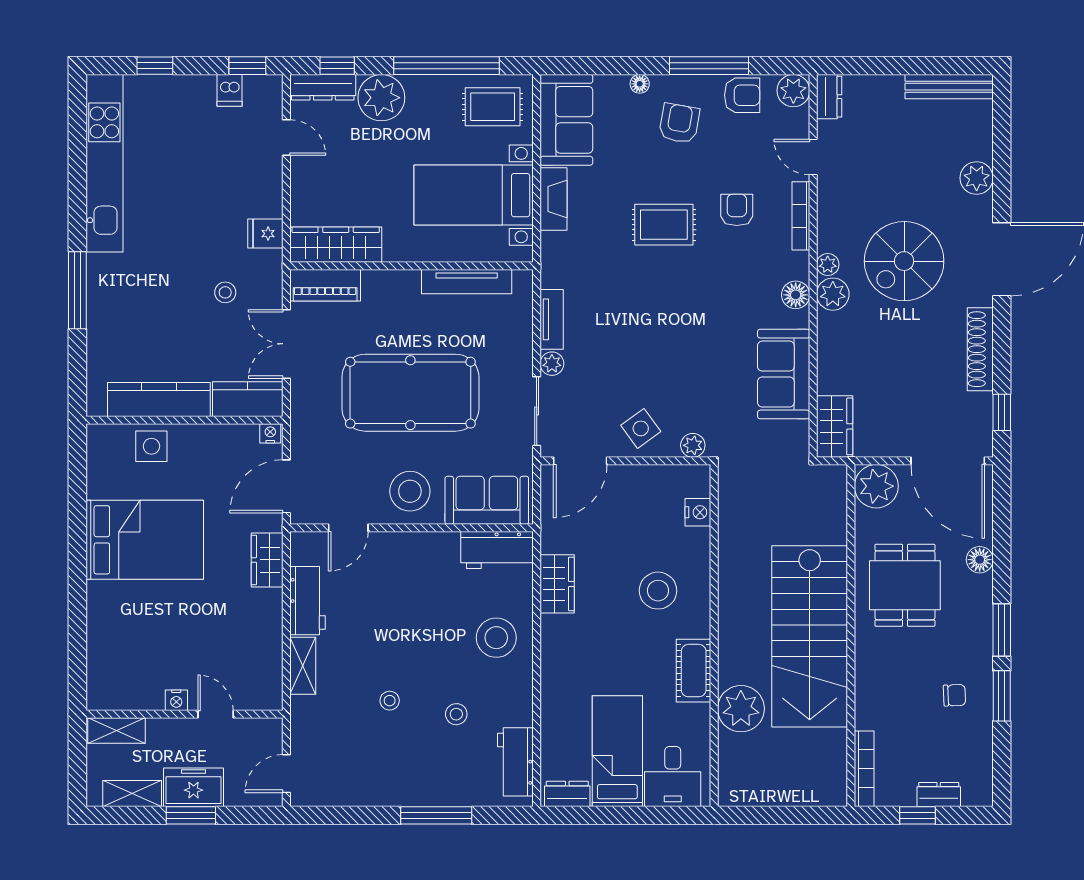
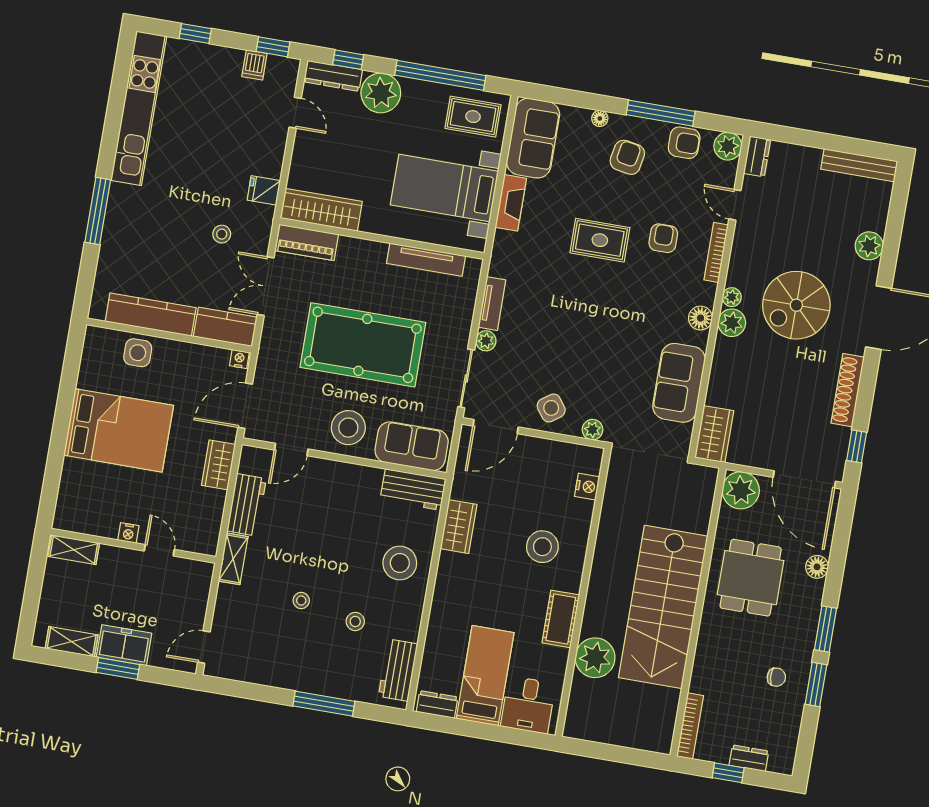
nightstand: (176, 700) -> (128, 533), moved
wall: (184, 714) -> (133, 546), moved
door: (216, 714) -> (159, 550), moved
shelving: (117, 731) -> (74, 550), moved

